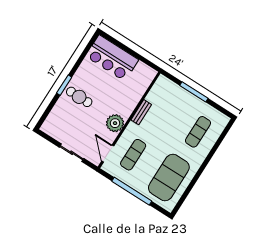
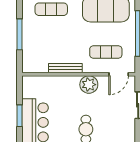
window: (126, 49) -> (19, 116), added
bench: (141, 112) -> (65, 68), width x1.36

